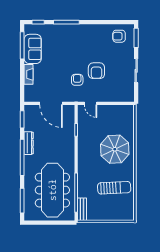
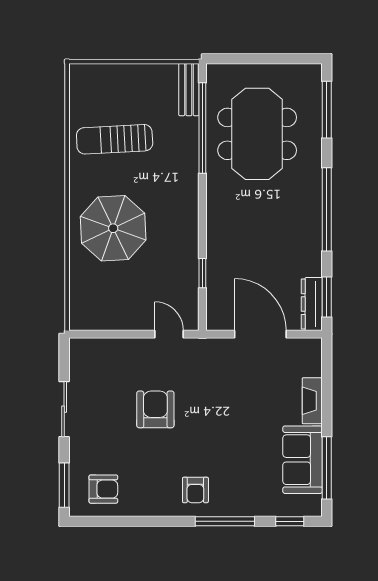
armchair: (77, 80) -> (195, 490), moved
dresser: (29, 143) -> (312, 304), moved
meeting table: (52, 190) -> (257, 134), width x0.73

